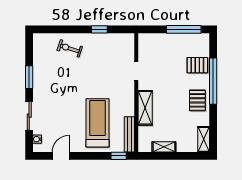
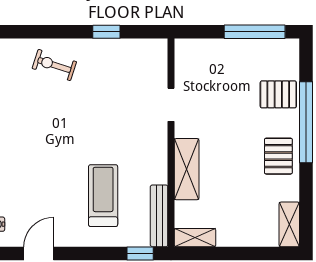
treadmill: (97, 123) -> (103, 196), width x0.73, depth x0.73
shelving: (164, 147) -> (195, 238), moved

